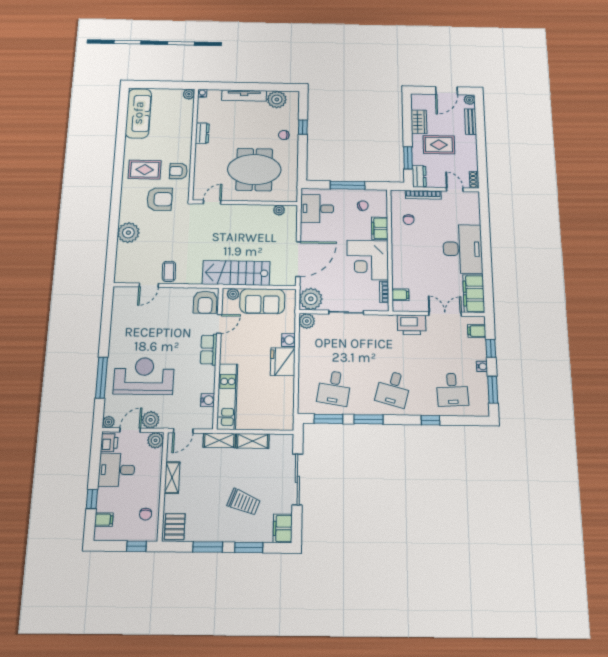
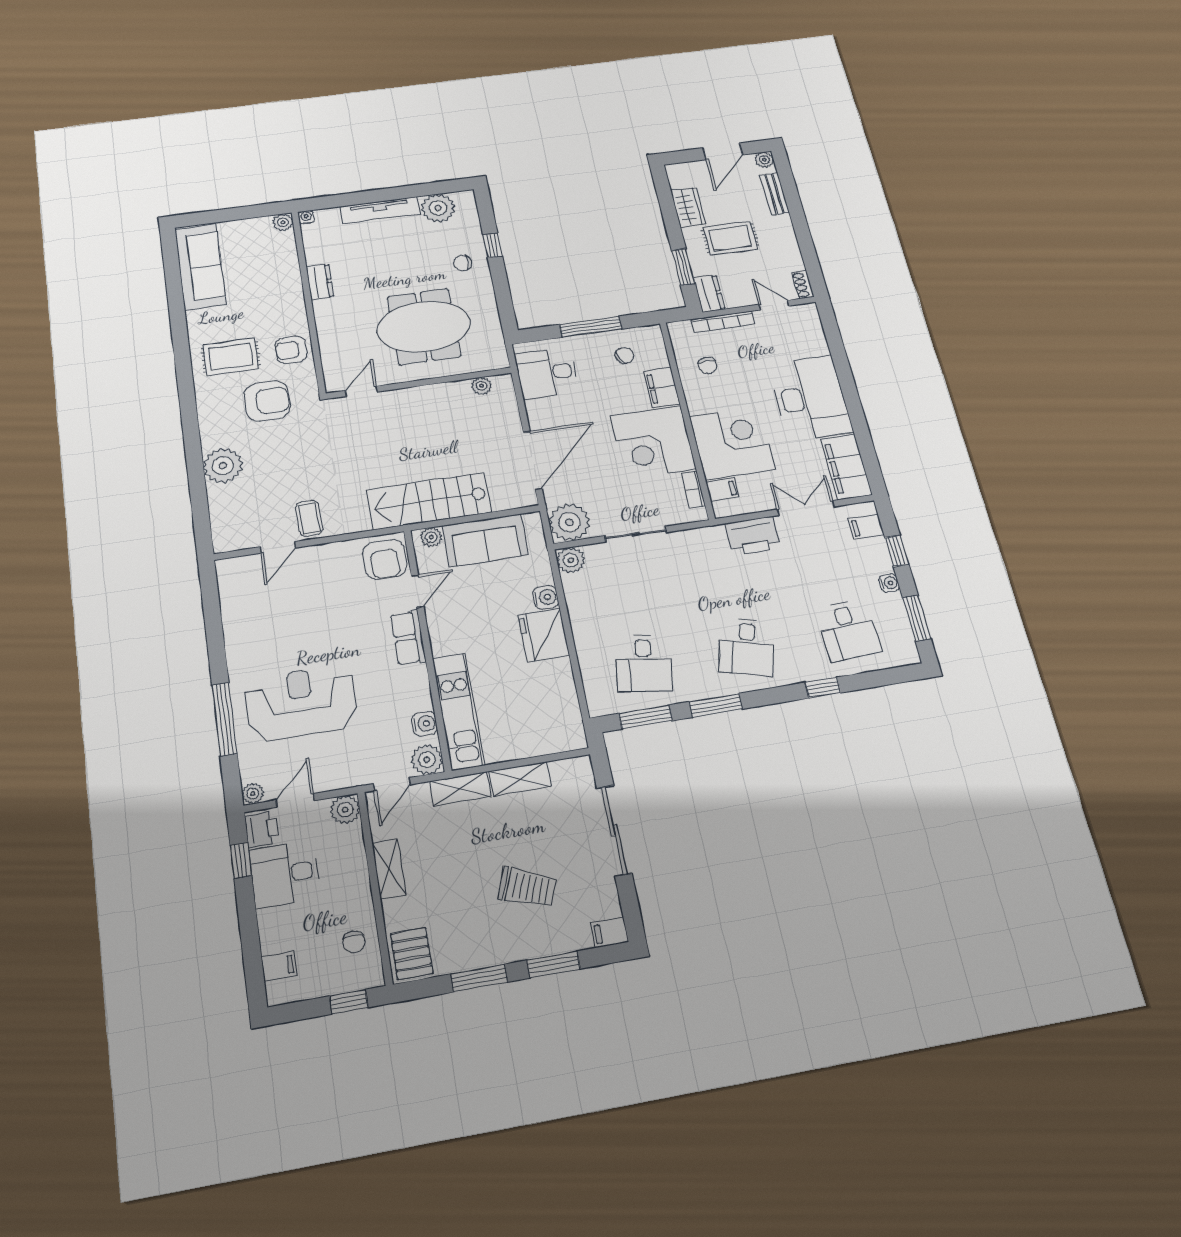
corner desk: (412, 268) -> (732, 443), added
plant: (151, 420) -> (427, 760), moved
window: (92, 499) -> (241, 860), moved
filing cabinet: (283, 528) -> (609, 932), width x0.50

